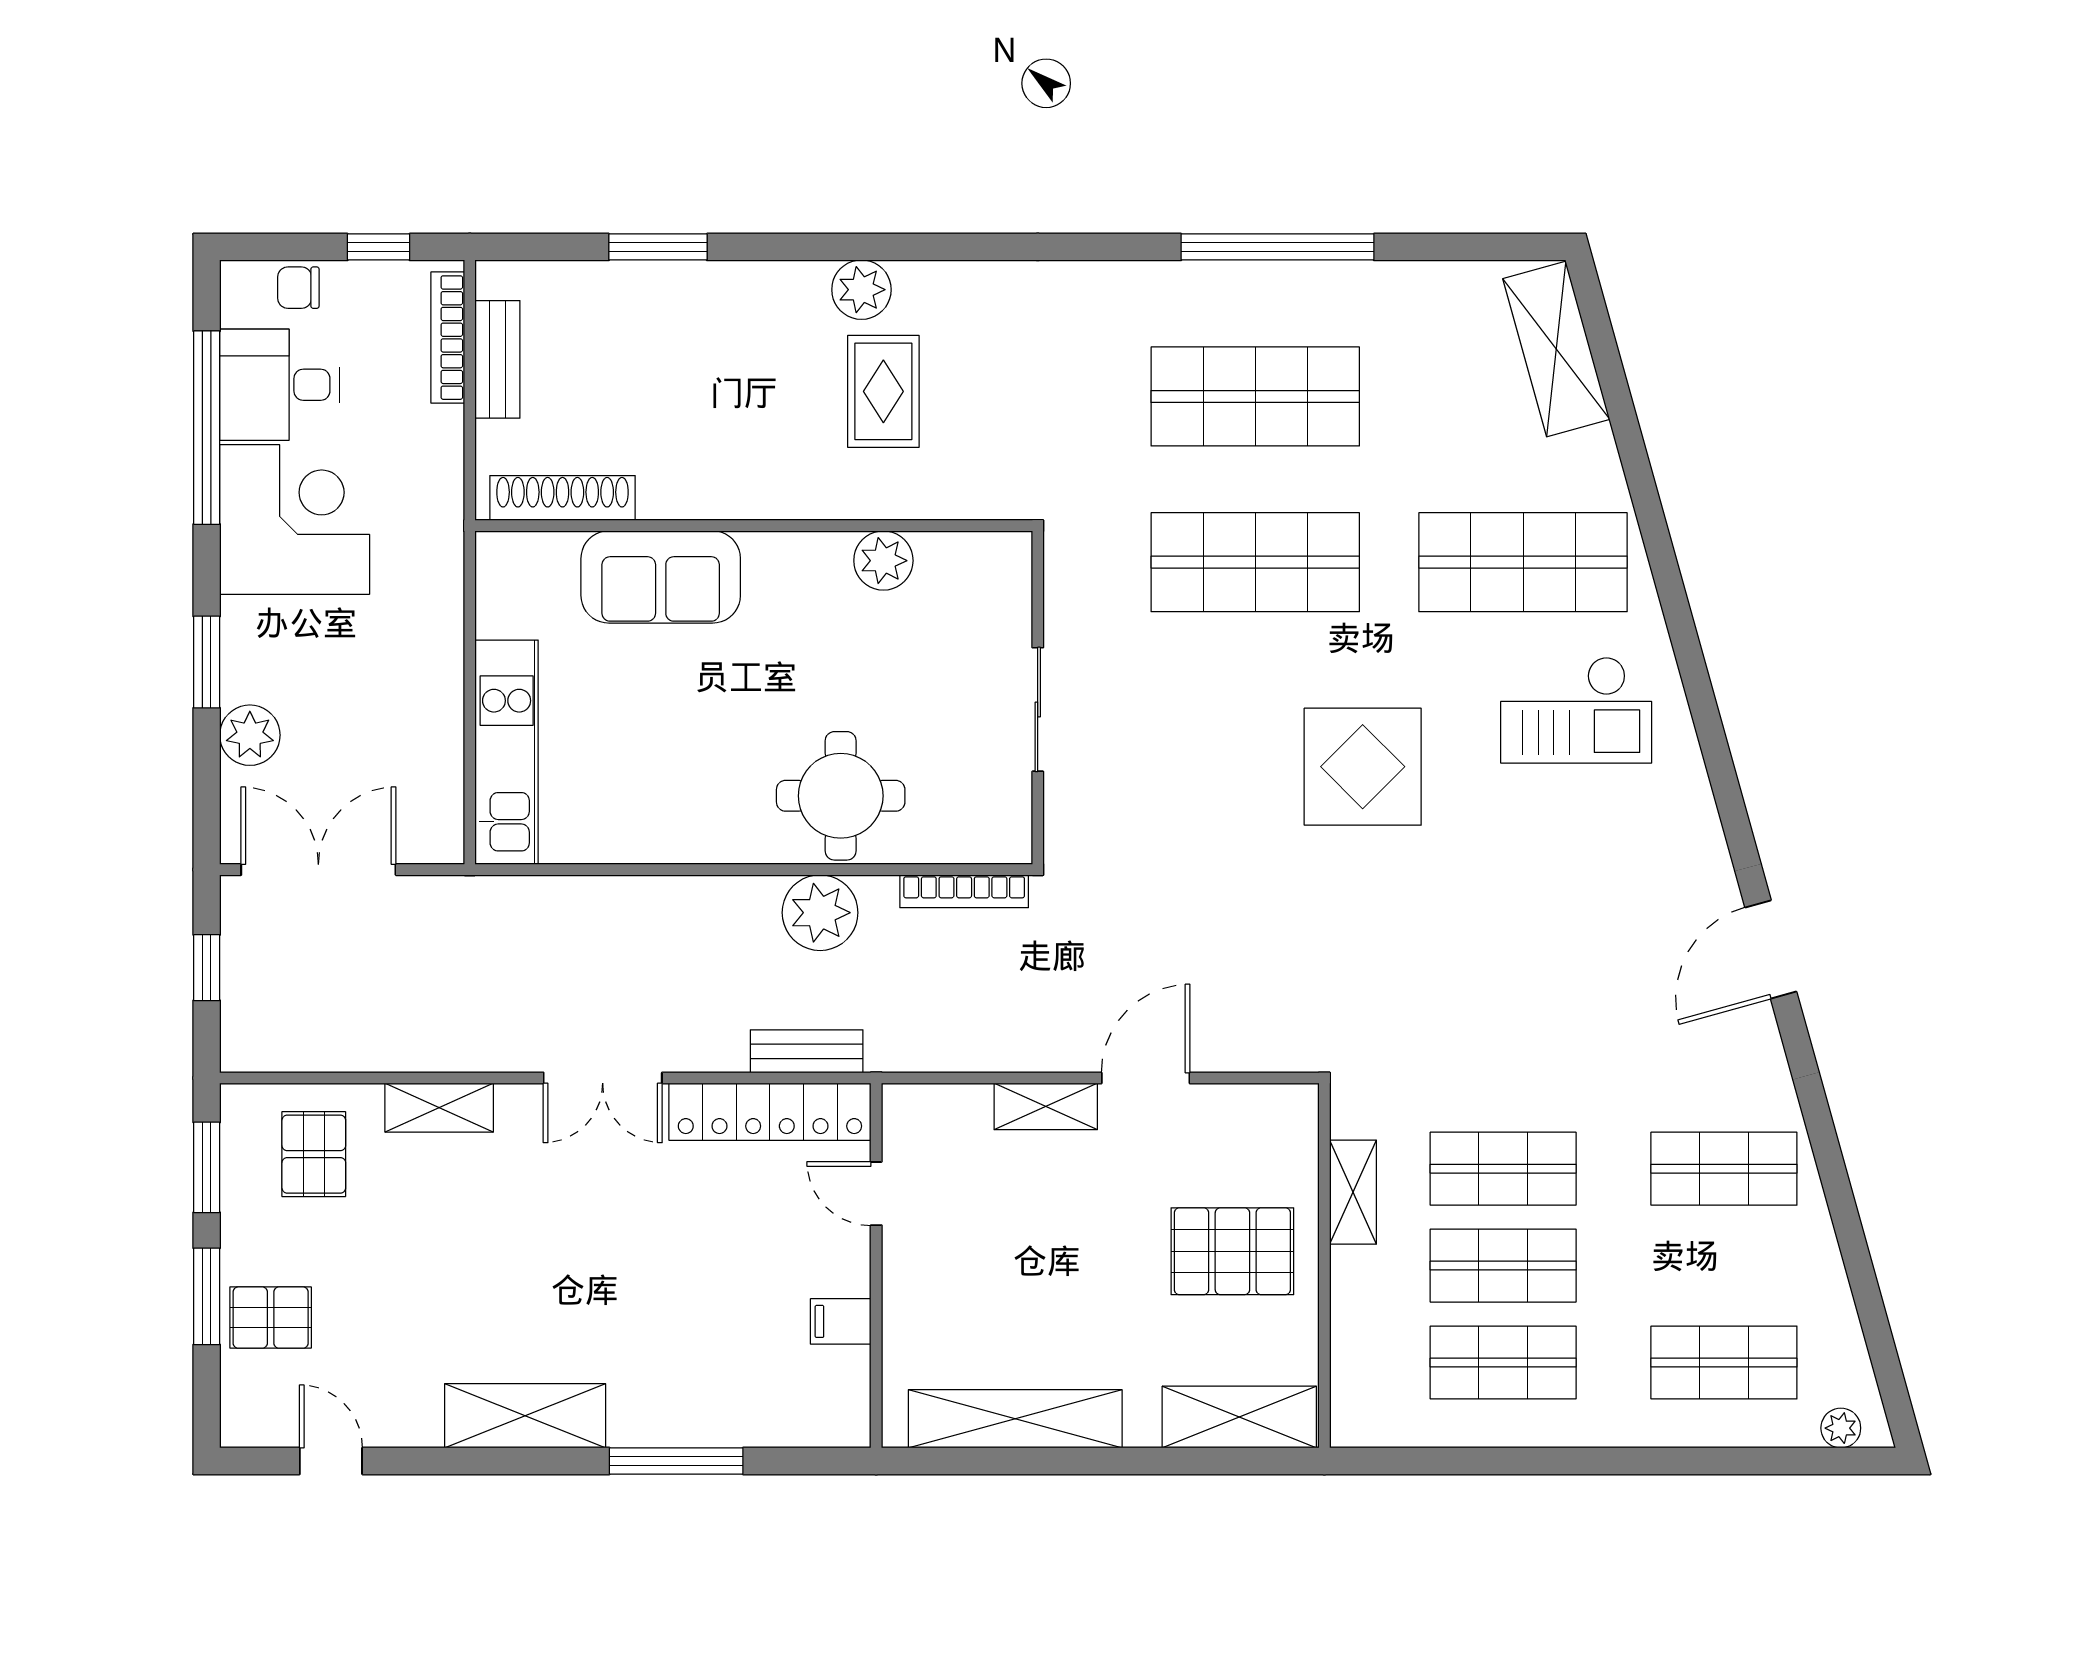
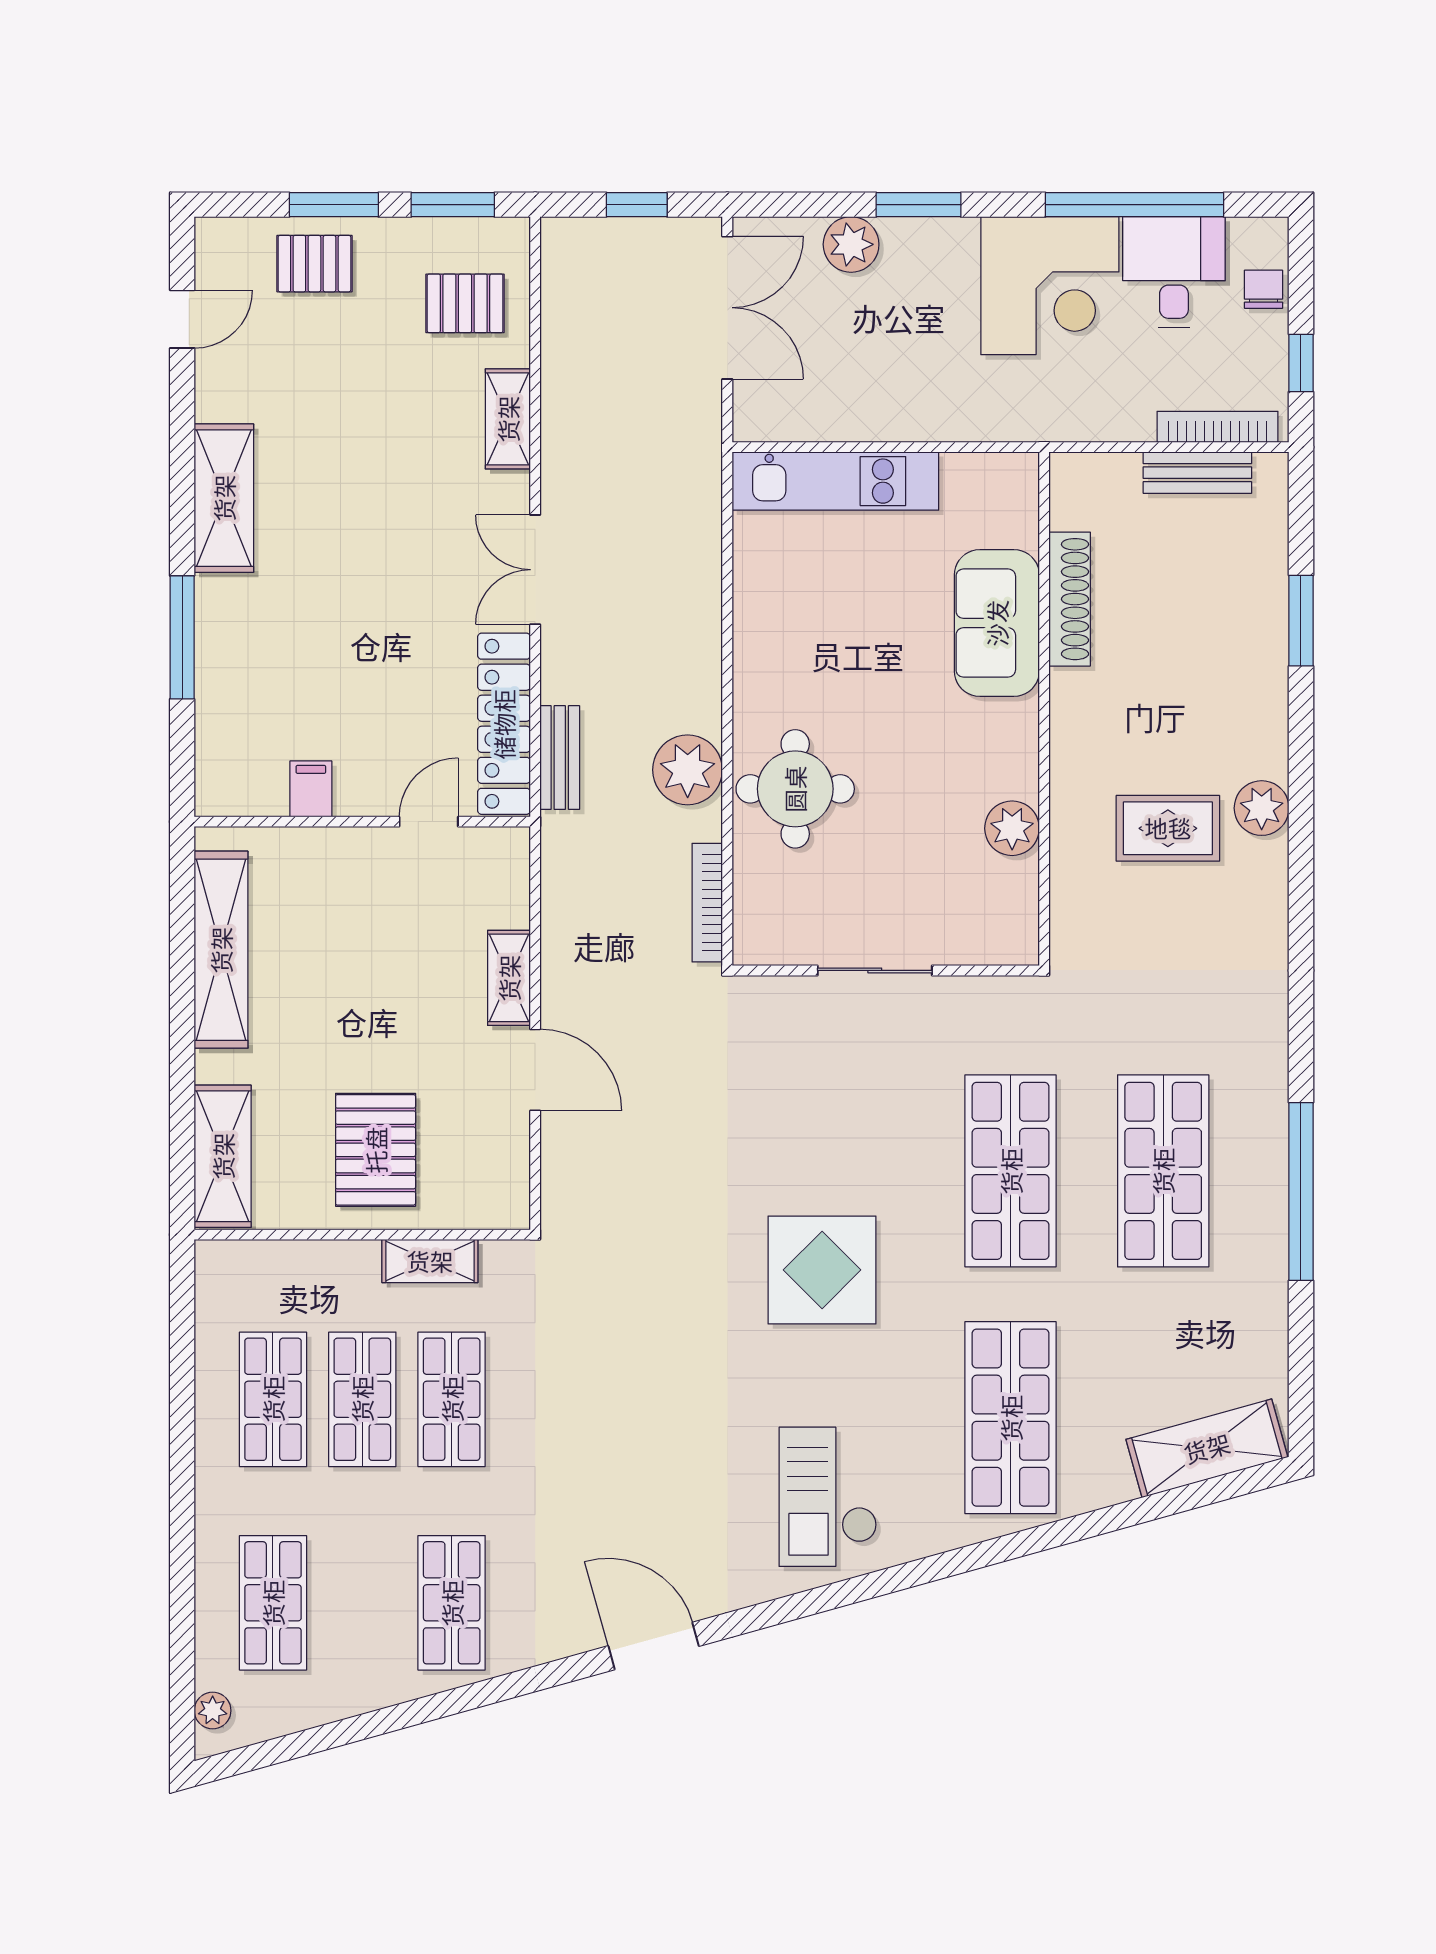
shoe rack: (562, 498) -> (1070, 599), moved
checkout: (1576, 710) -> (828, 1497), moved
pallet: (271, 1318) -> (314, 264), turned 90

